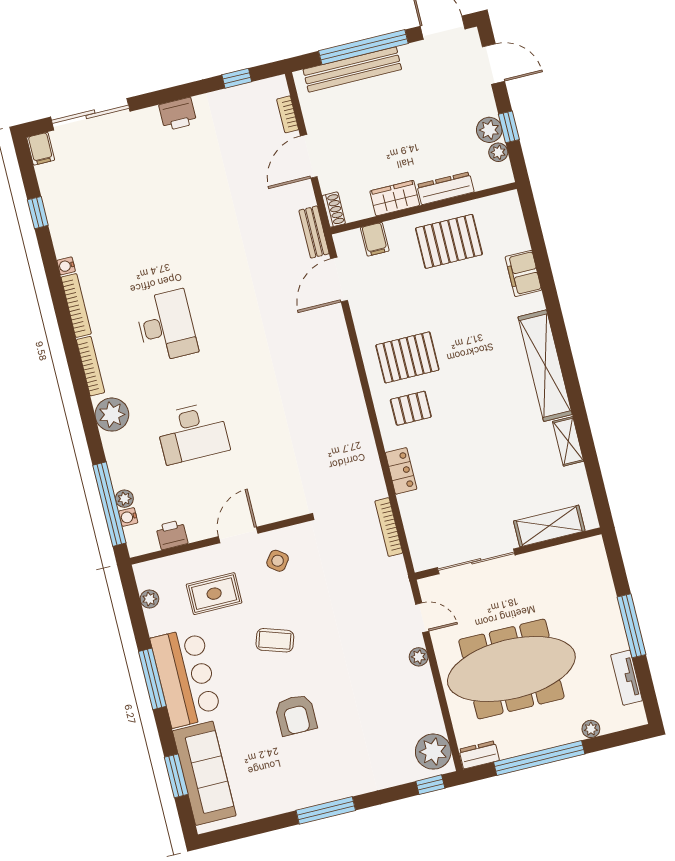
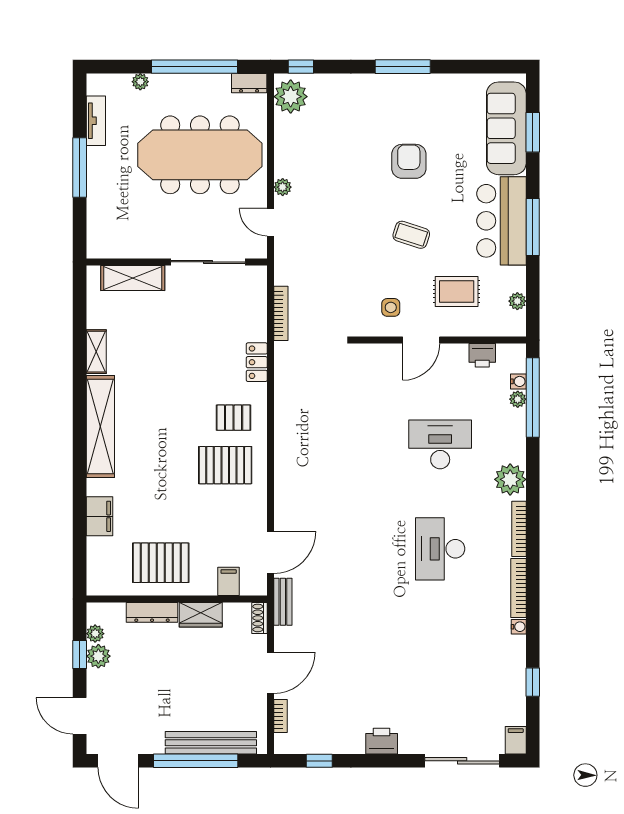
side table: (278, 561) -> (391, 307), turned -37

